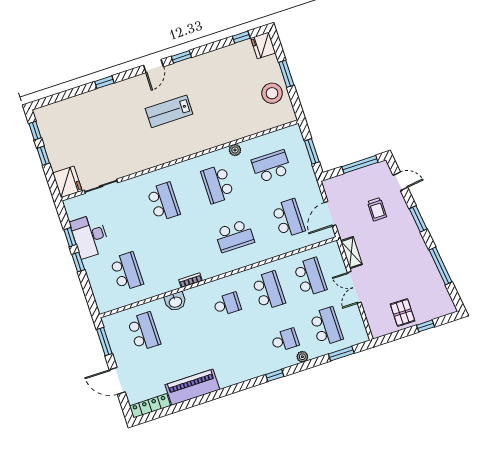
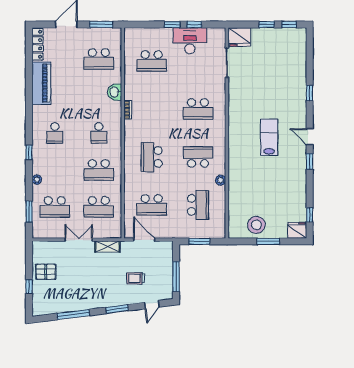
school desk: (285, 340) -> (55, 133), moved

